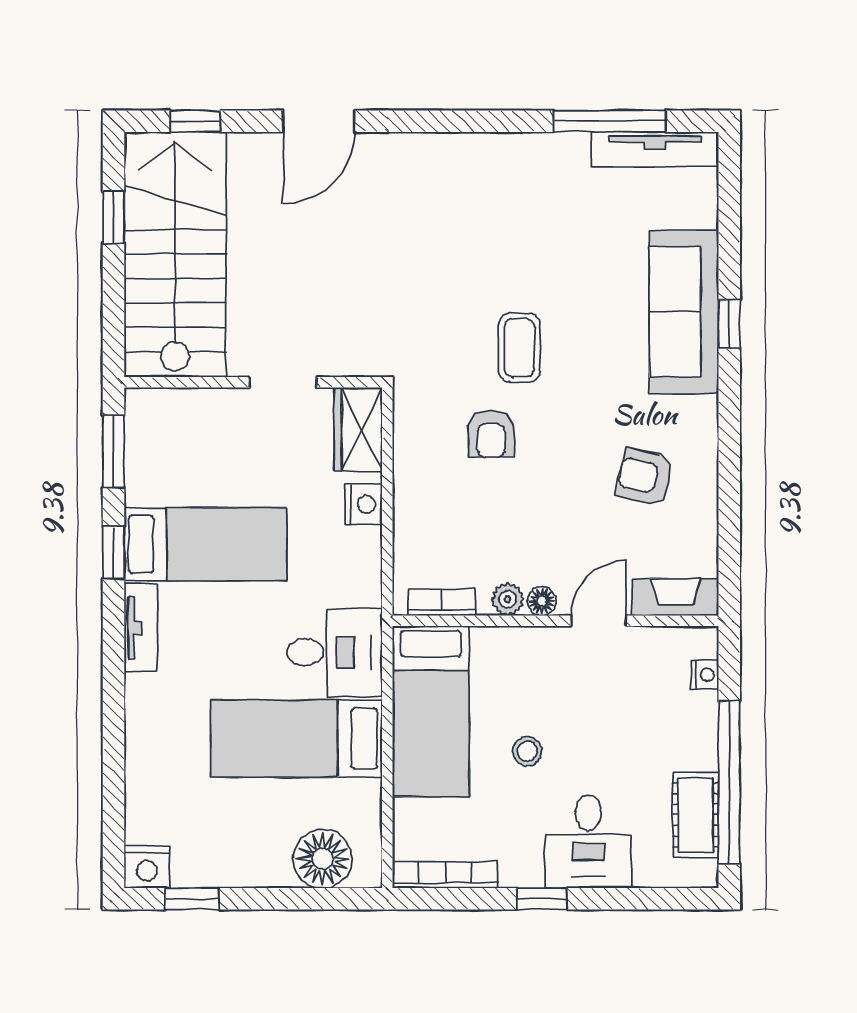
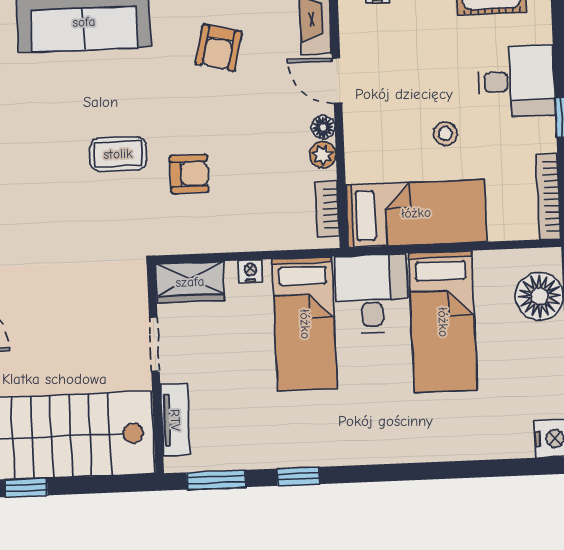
nightstand: (363, 504) -> (250, 271), width x0.72, depth x0.74
bed: (205, 544) -> (305, 324), moved, turned 180
tv unit: (141, 628) -> (175, 420), moved, turned 90

